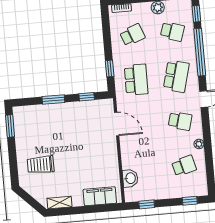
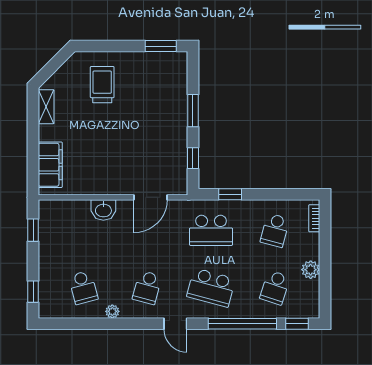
school desk: (132, 35) -> (275, 230), turned 36
washbasin: (130, 178) -> (103, 210), moved

